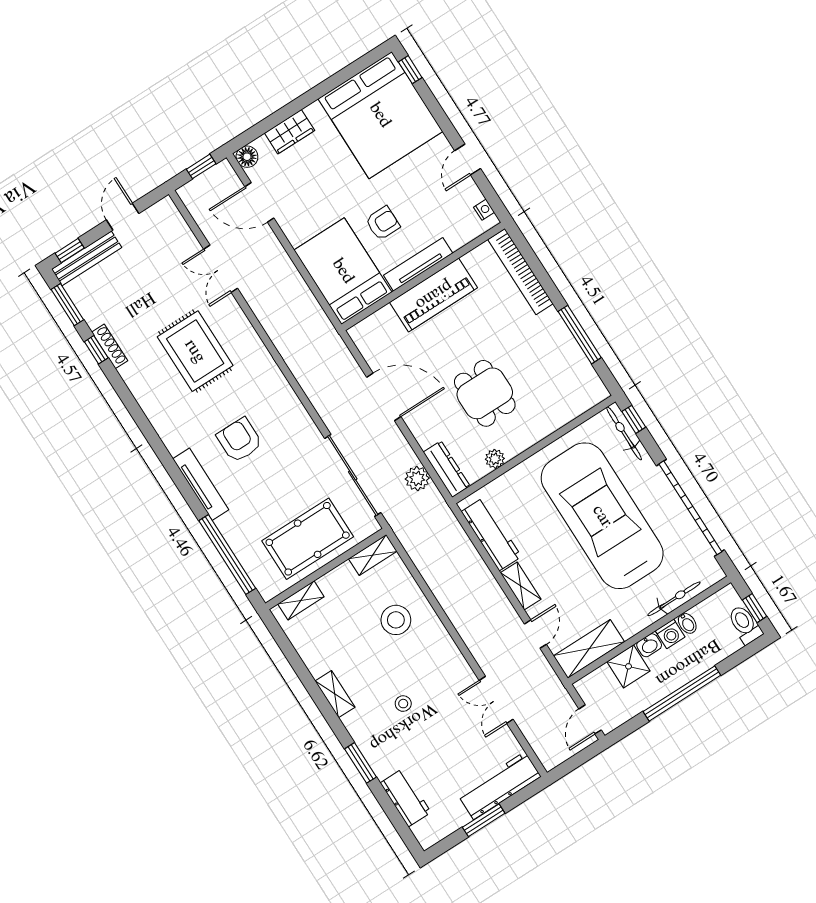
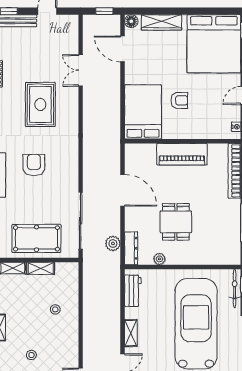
wardrobe: (290, 132) -> (161, 22), width x1.50
tv unit: (418, 264) -> (184, 133), removed
workbench: (491, 534) -> (133, 291), width x0.73
shelving: (373, 555) -> (41, 268), moved
stool: (396, 620) -> (55, 309), width x0.53, depth x0.53

